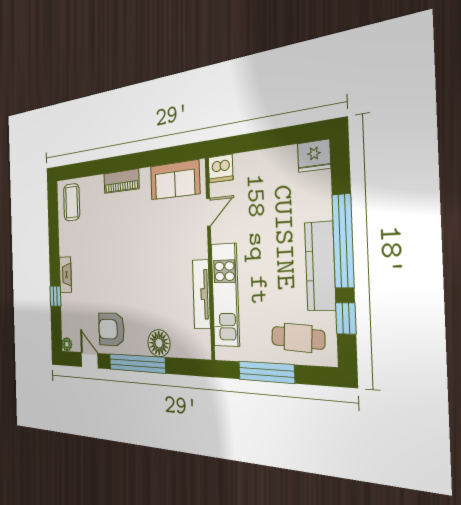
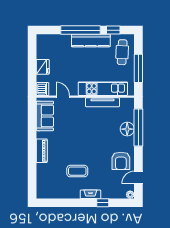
fridge: (314, 156) -> (43, 67), moved
coffee table: (72, 202) -> (77, 171), moved
window: (137, 363) -> (138, 127), moved

